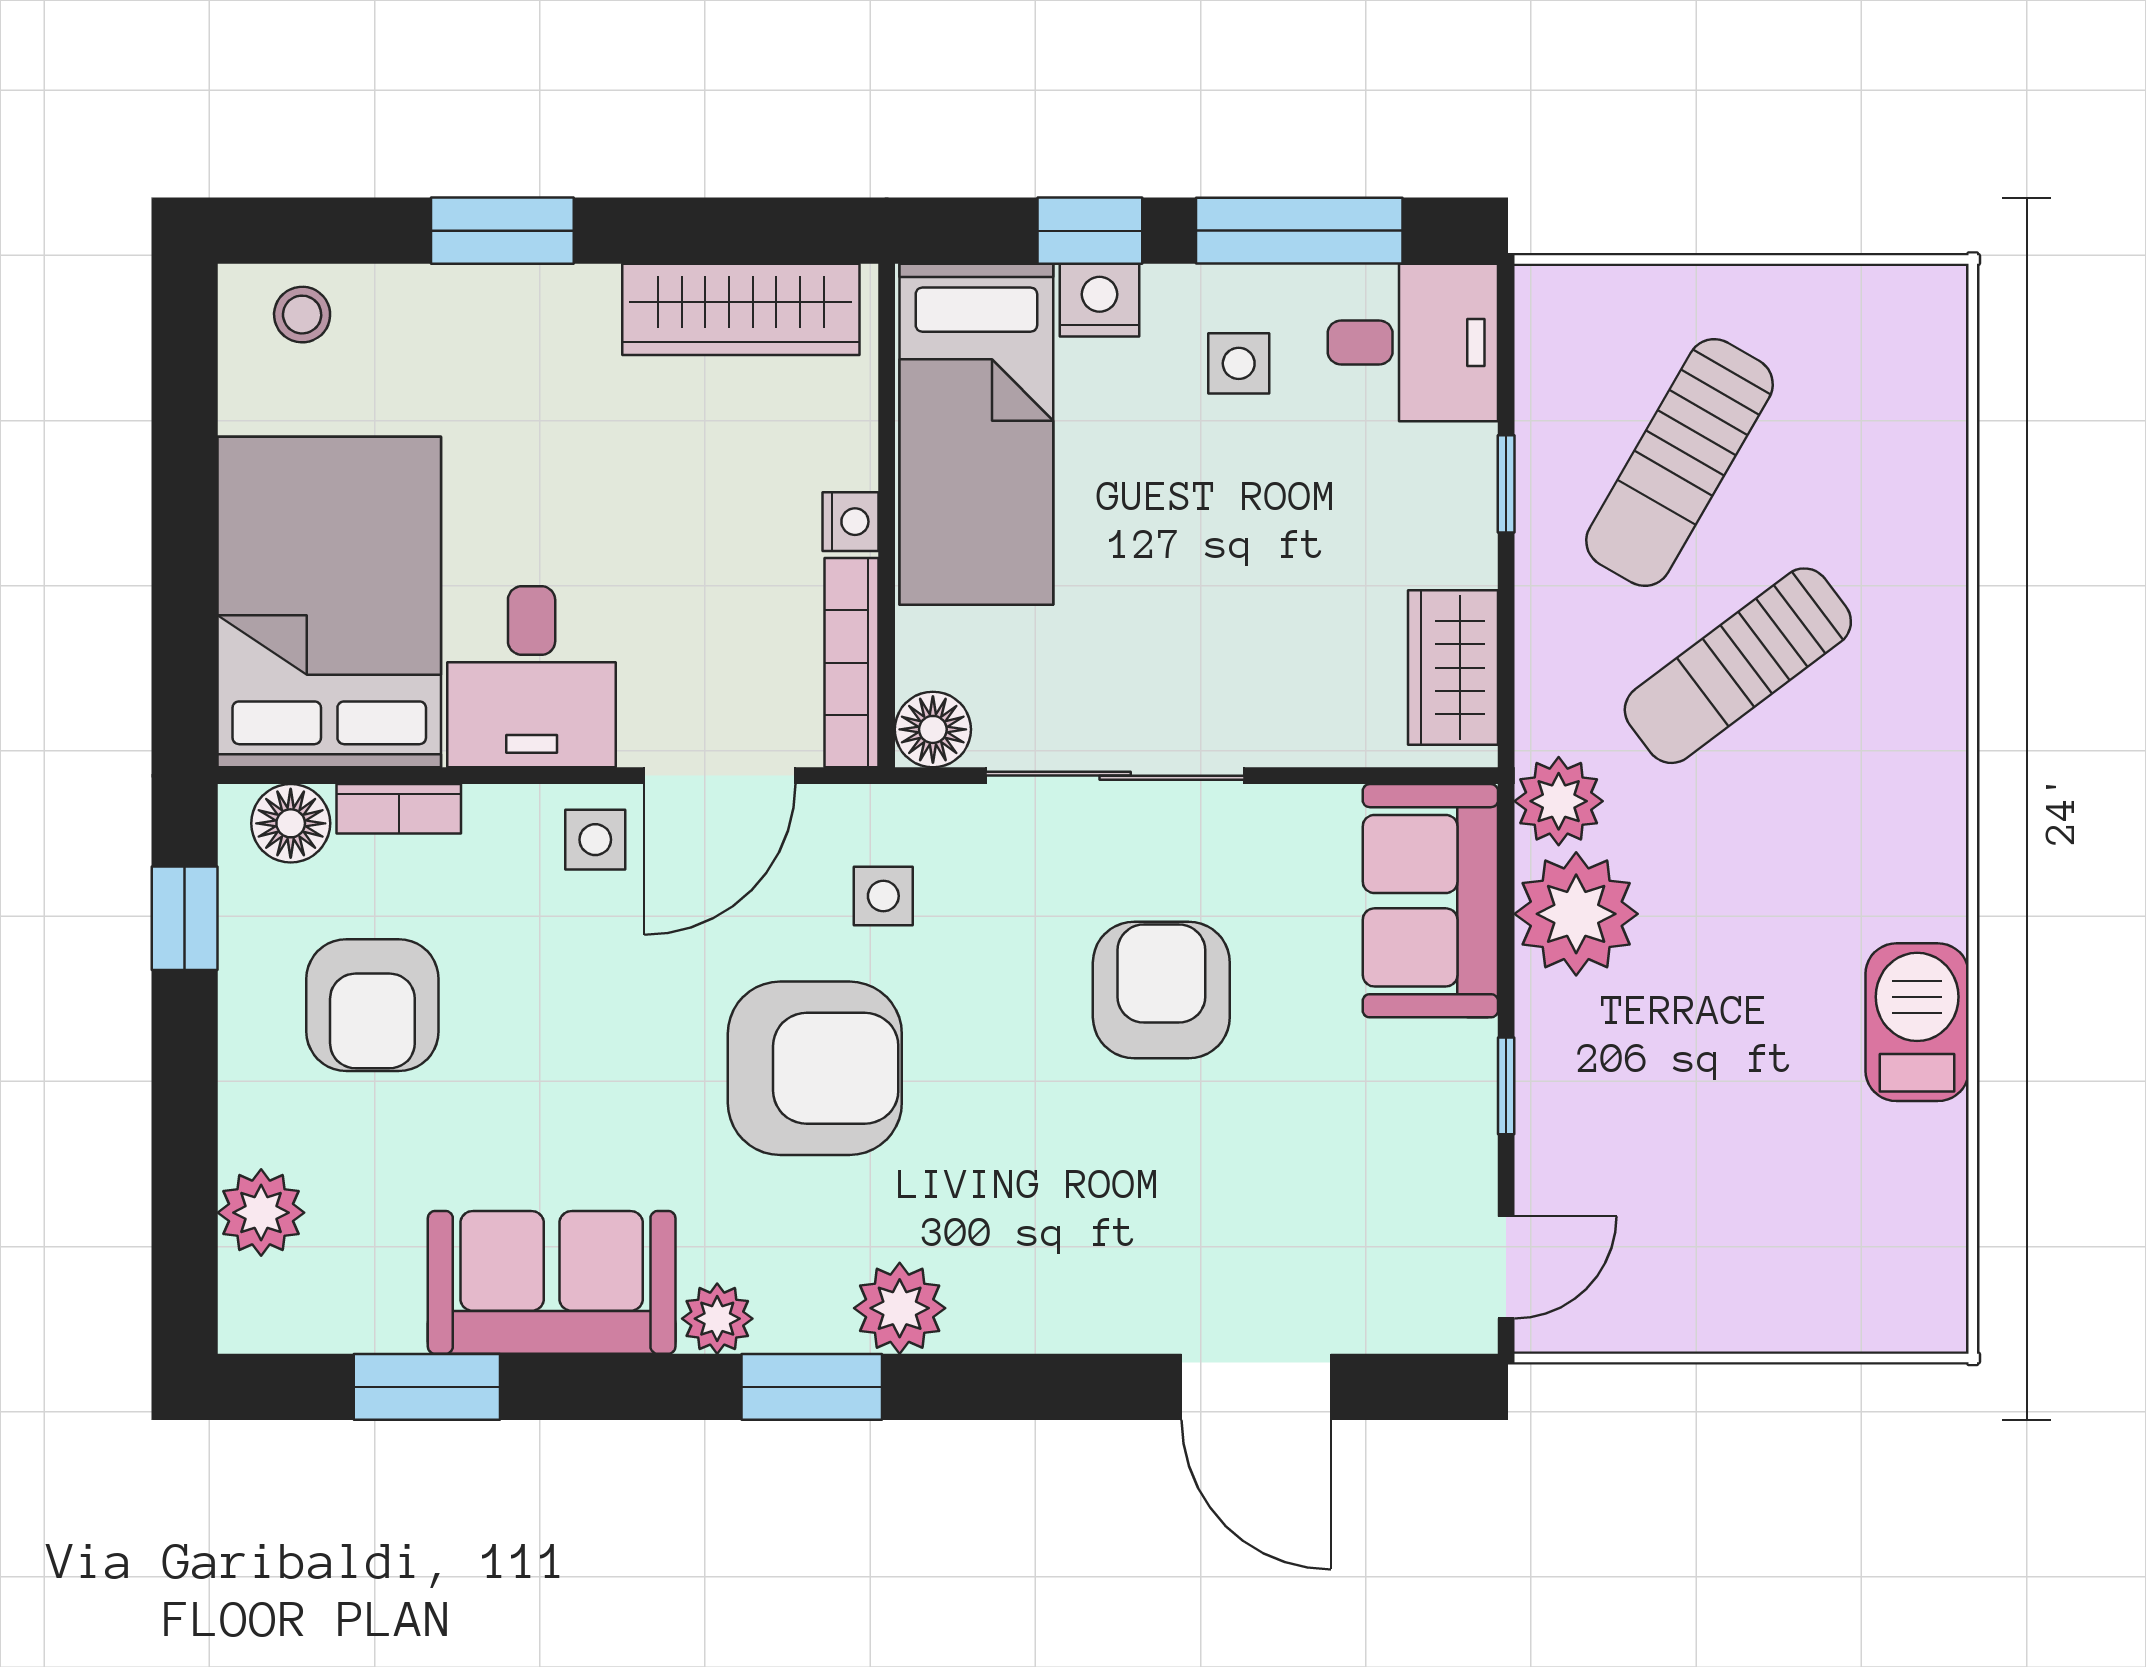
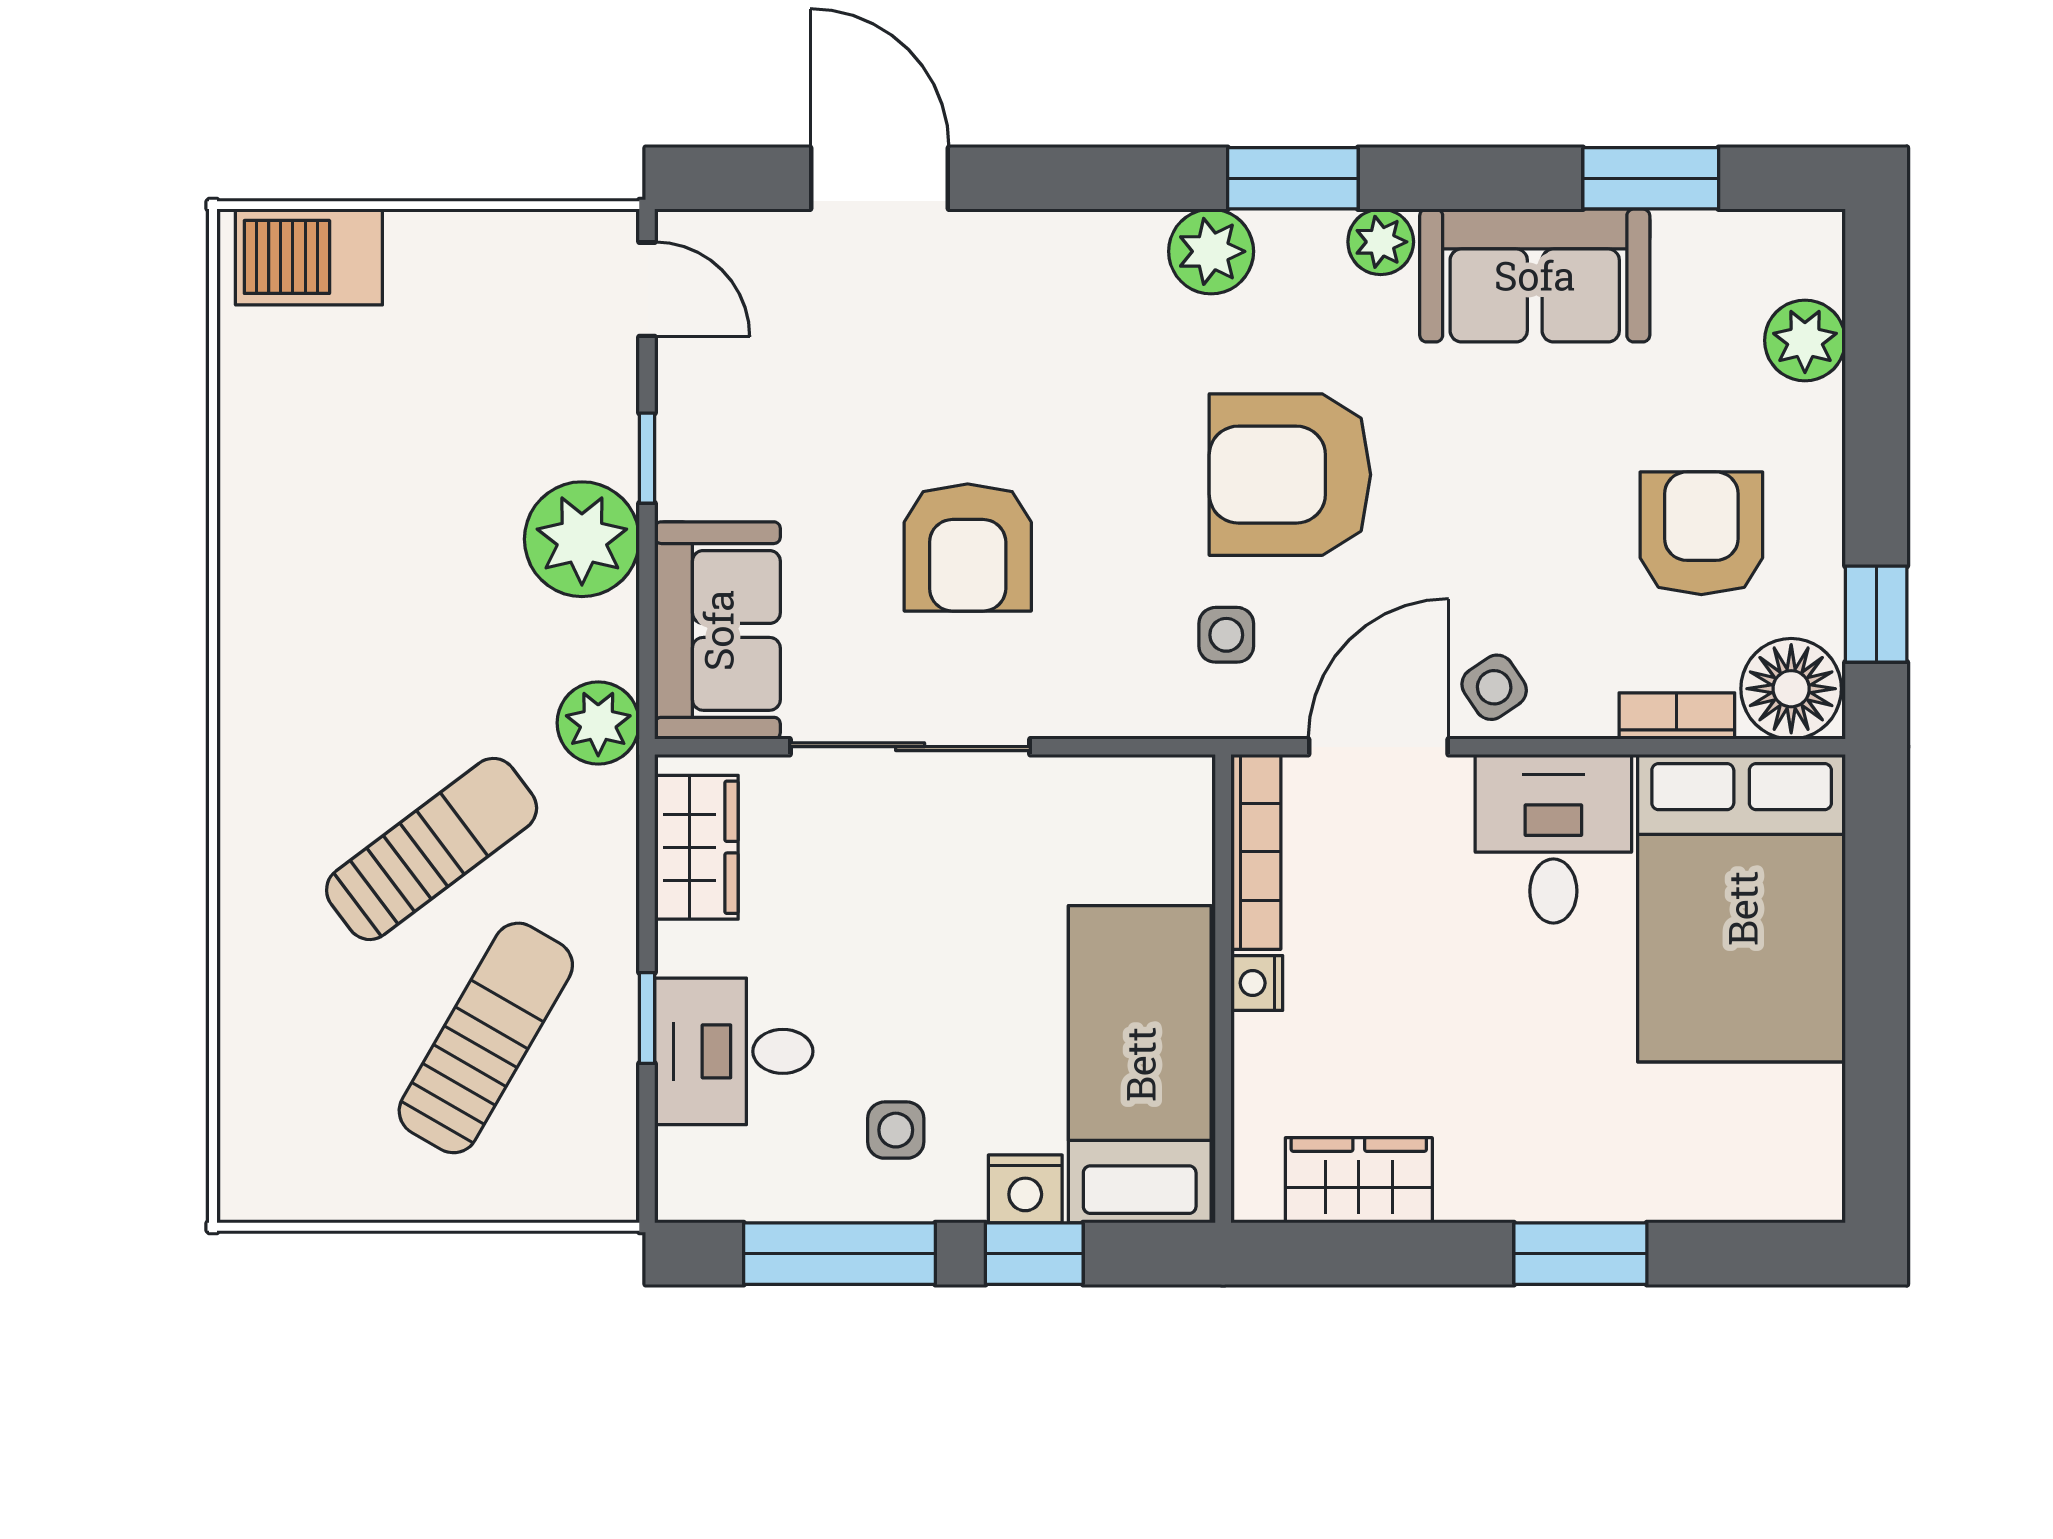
wardrobe: (741, 309) -> (1359, 1180), width x0.67
stool: (302, 315) -> (1767, 1176), removed
desk: (1413, 342) -> (734, 1051), moved
floor lamp: (933, 729) -> (1180, 790), removed
sliding door: (1115, 776) -> (910, 747), moved
floor lamp: (291, 823) -> (1791, 689), width x1.38, depth x1.38
side table: (595, 840) -> (1494, 687), turned -34
plant: (1576, 914) -> (582, 539), moved
barbecue: (1917, 1022) -> (309, 257), moved, turned 90
door: (1506, 1267) -> (647, 289), swing flipped

